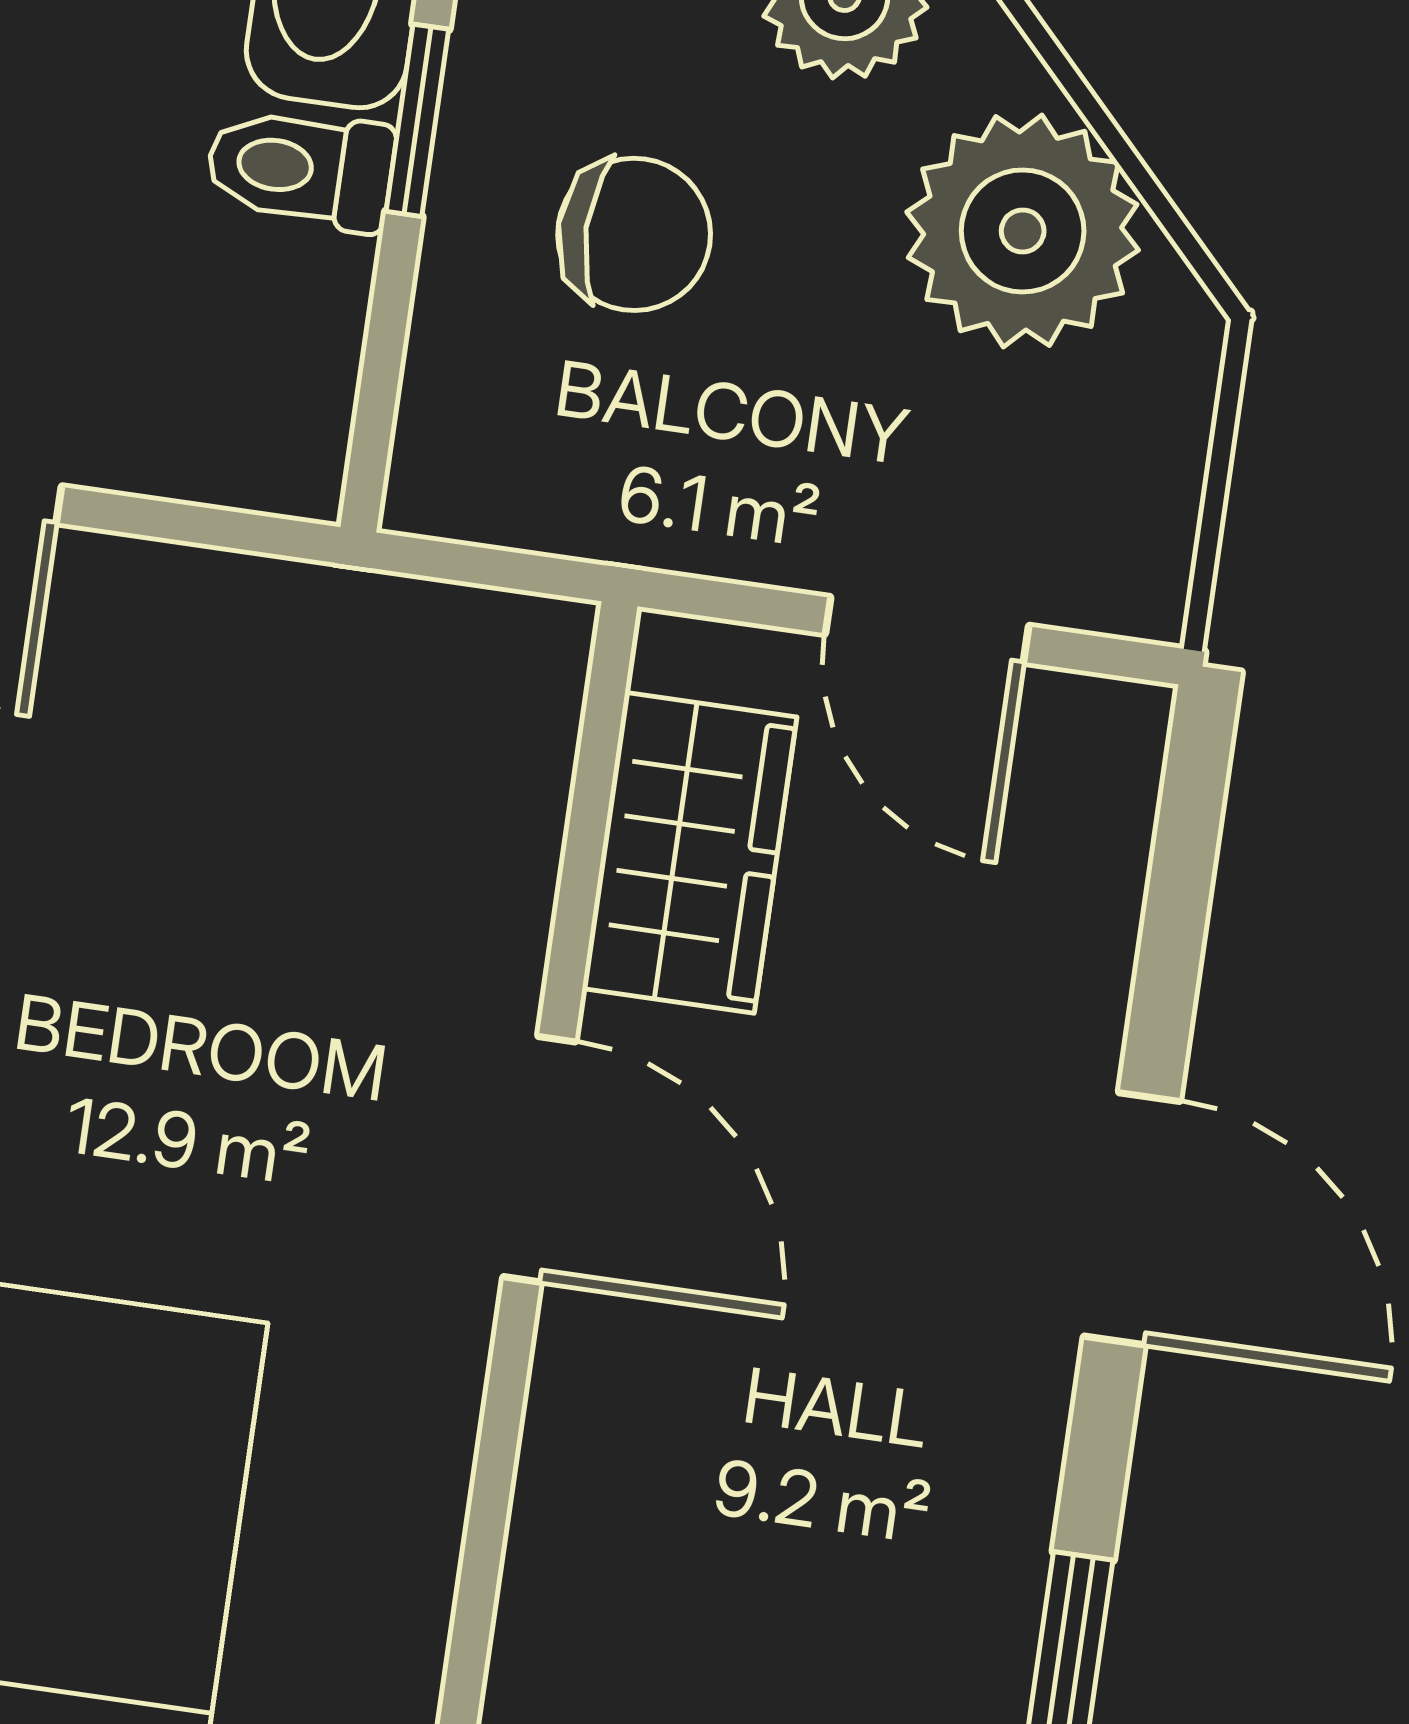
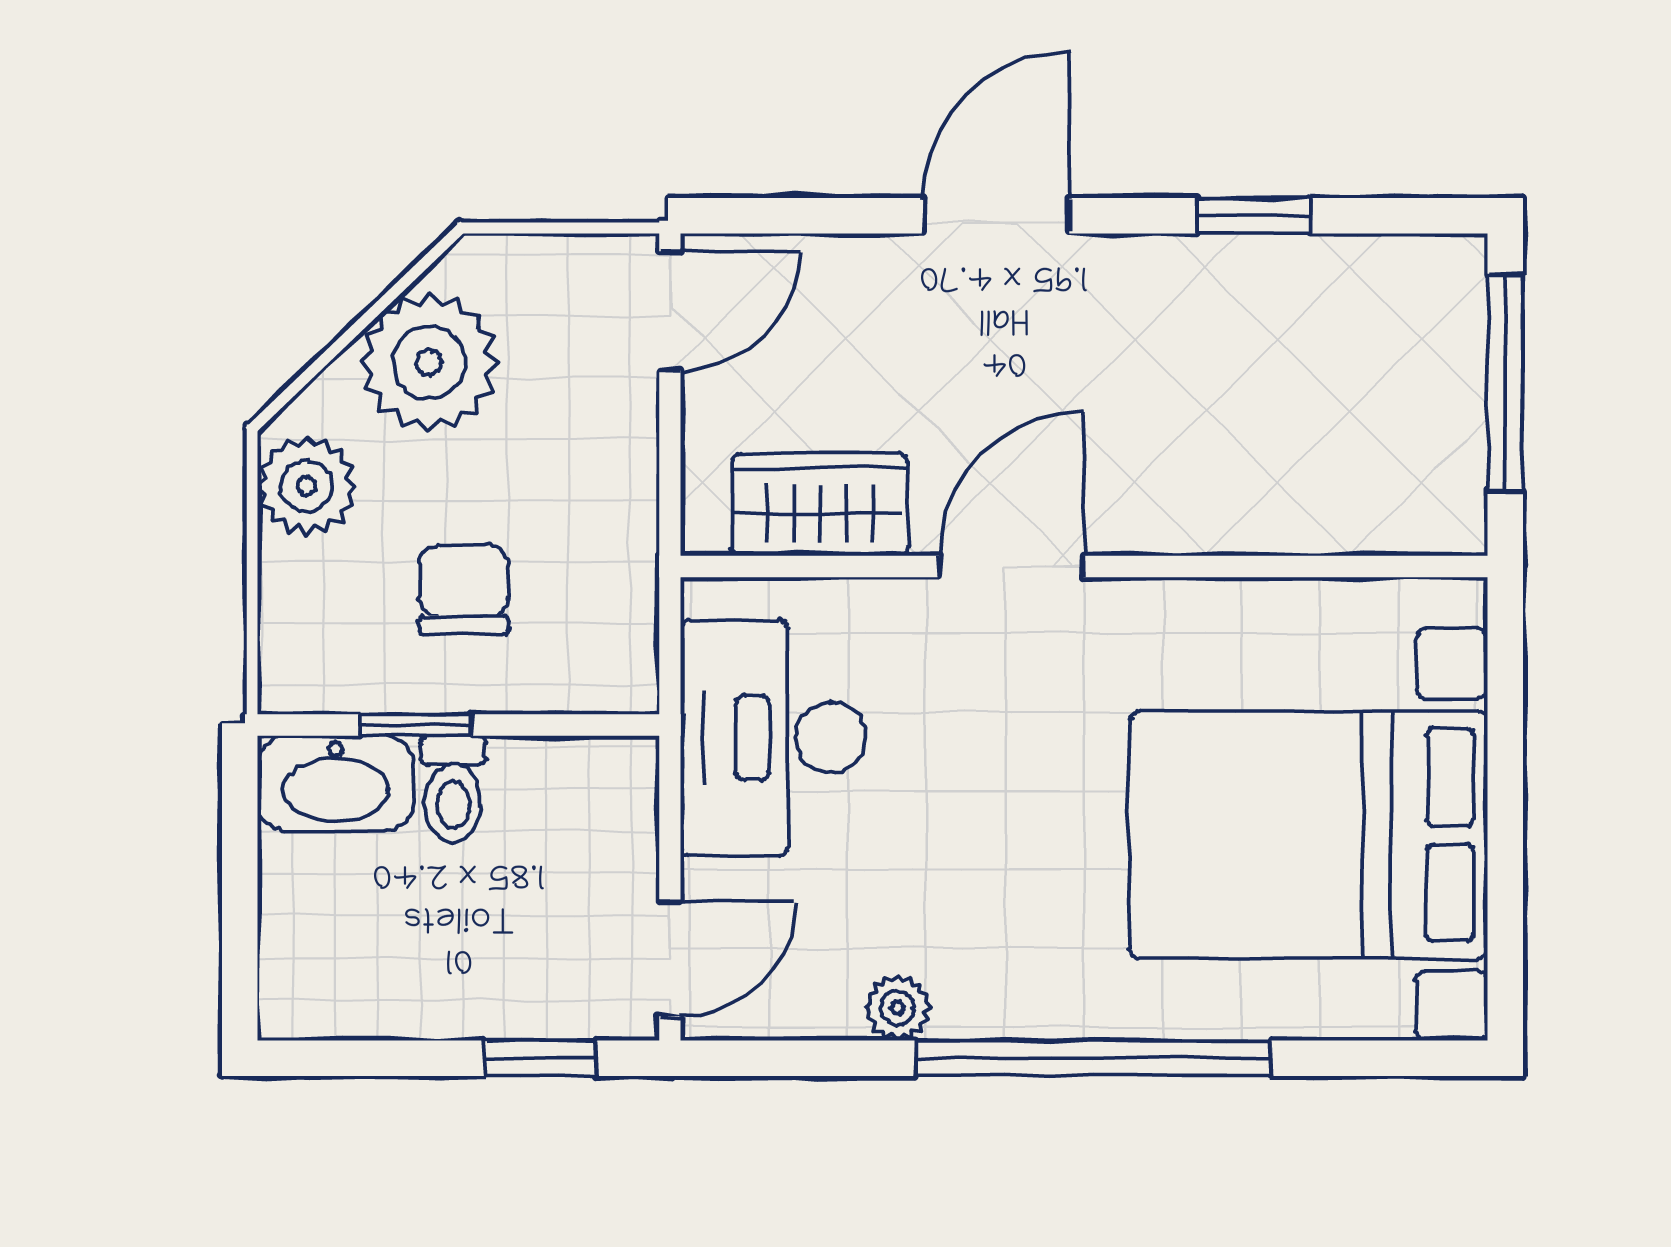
door: (927, 630) -> (670, 311), moved
desk: (310, 718) -> (773, 738), added

